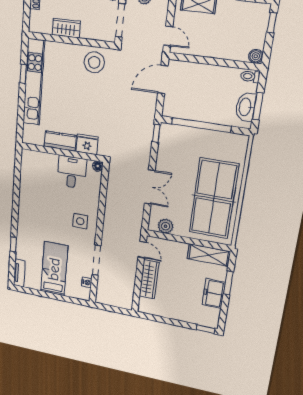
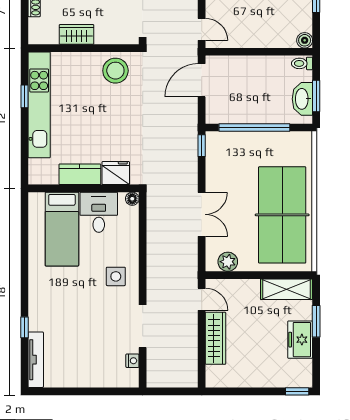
bed: (54, 269) -> (62, 229), moved, turned 180
tv unit: (19, 273) -> (36, 360), width x1.41

